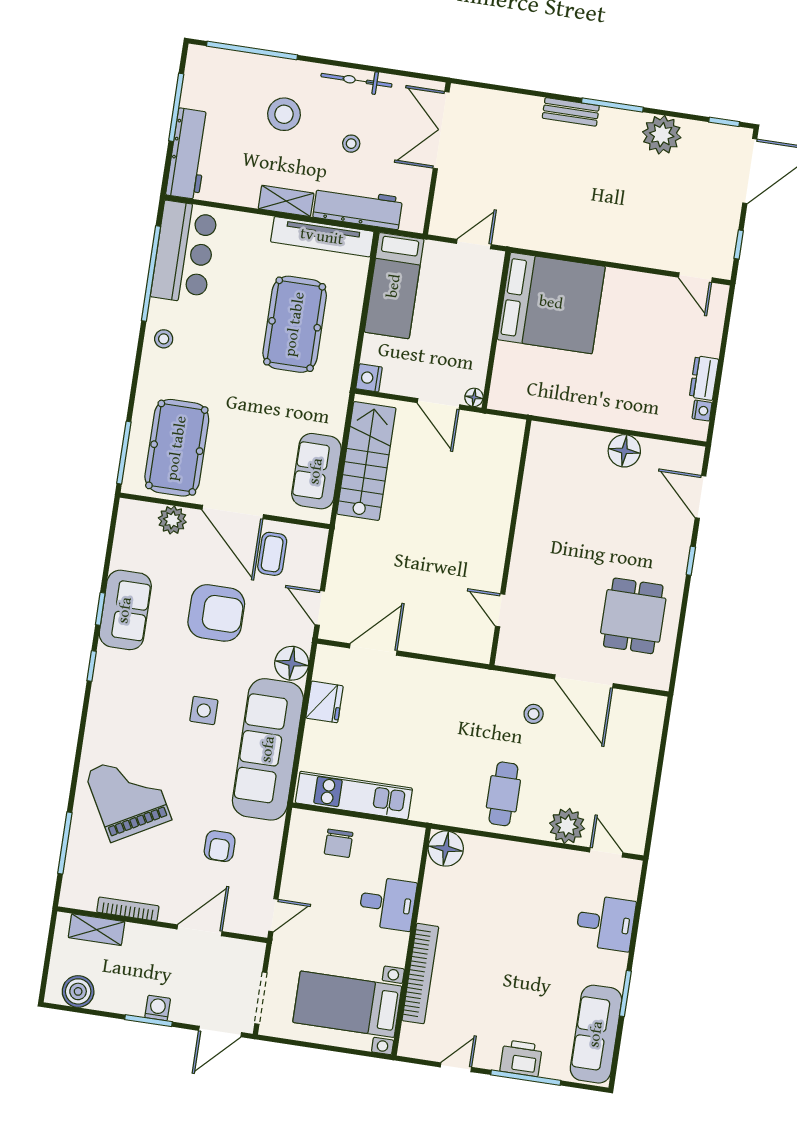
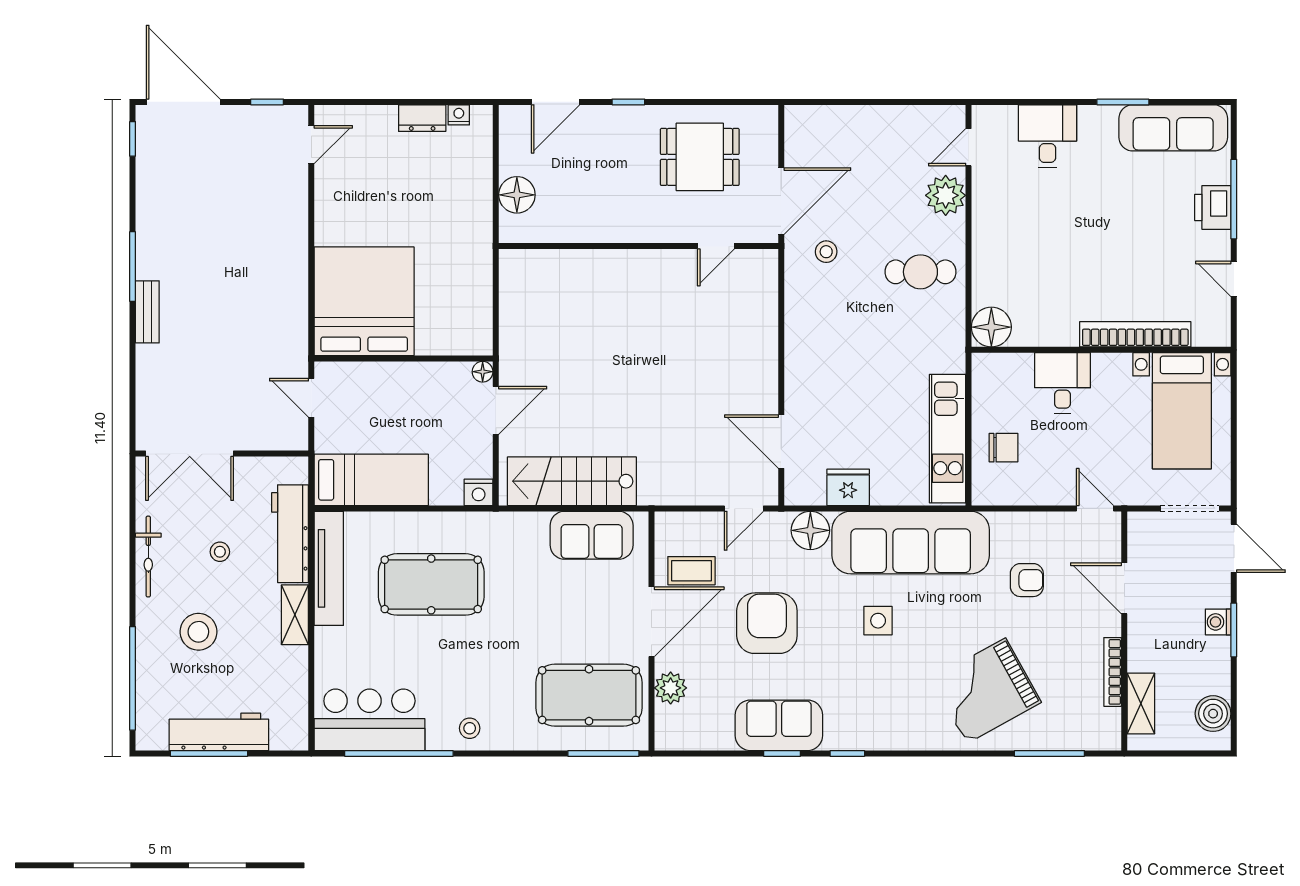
plant: (662, 135) -> (158, 206), removed
workbench: (188, 154) -> (219, 732), moved
wall: (510, 542) -> (639, 246), moved
door: (500, 610) -> (716, 246), moved

